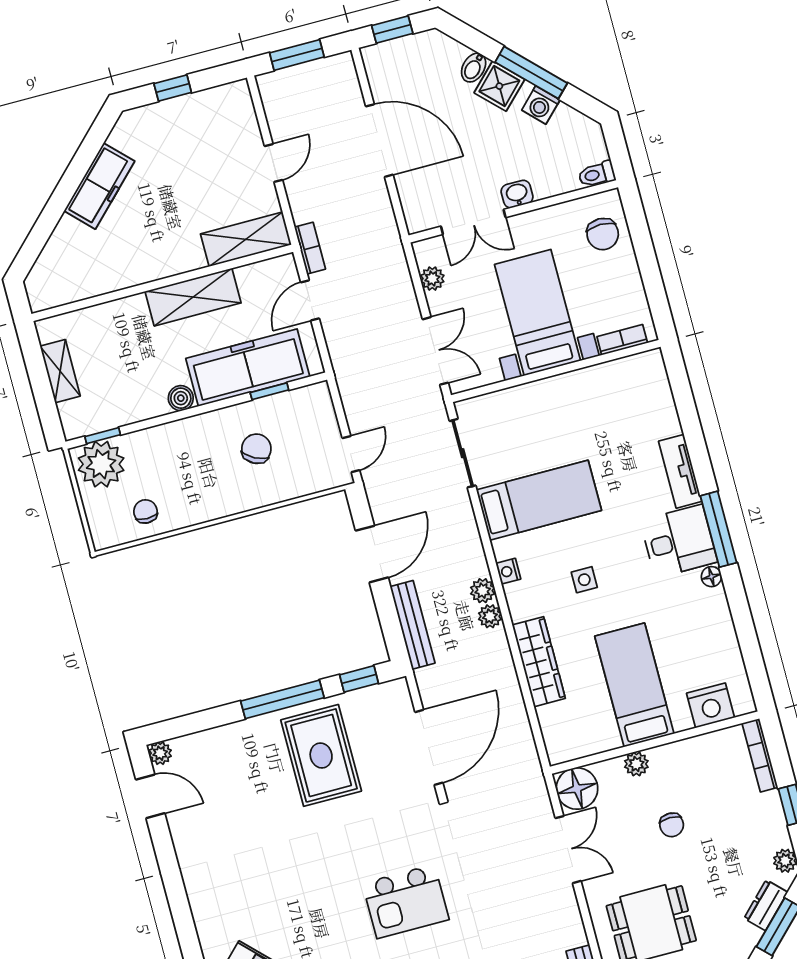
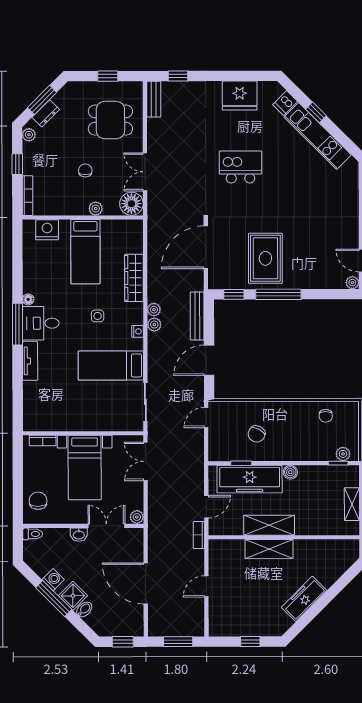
shelving: (246, 239) -> (269, 549), moved
plant: (432, 279) -> (137, 517), moved
plant: (101, 464) -> (343, 454), width x0.53, depth x0.53

